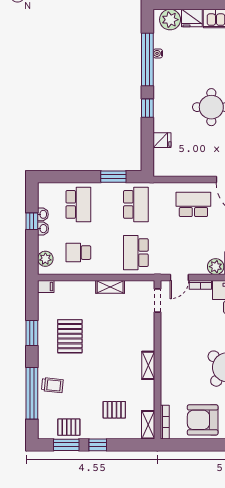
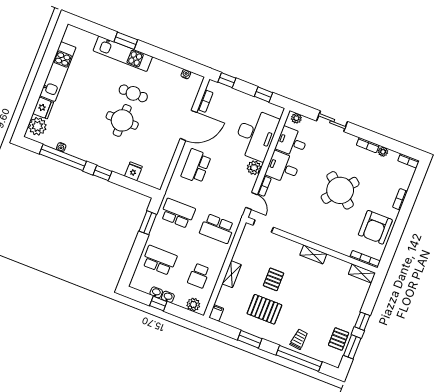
shelving: (110, 287) -> (232, 274), moved
pallet: (114, 410) -> (273, 279), moved

